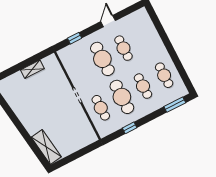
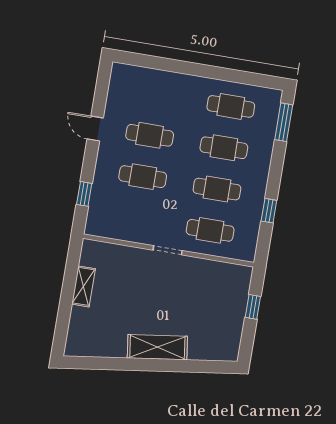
cafe table: (102, 59) -> (143, 177), width x0.73, depth x0.74
cafe table: (122, 97) -> (217, 189), width x0.73, depth x0.74
shelving: (46, 147) -> (157, 347), moved
window: (80, 153) -> (253, 307), added

